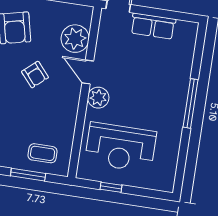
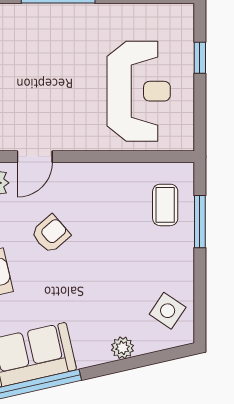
plant: (98, 98) -> (70, 135), removed
window: (111, 187) -> (200, 58), moved

